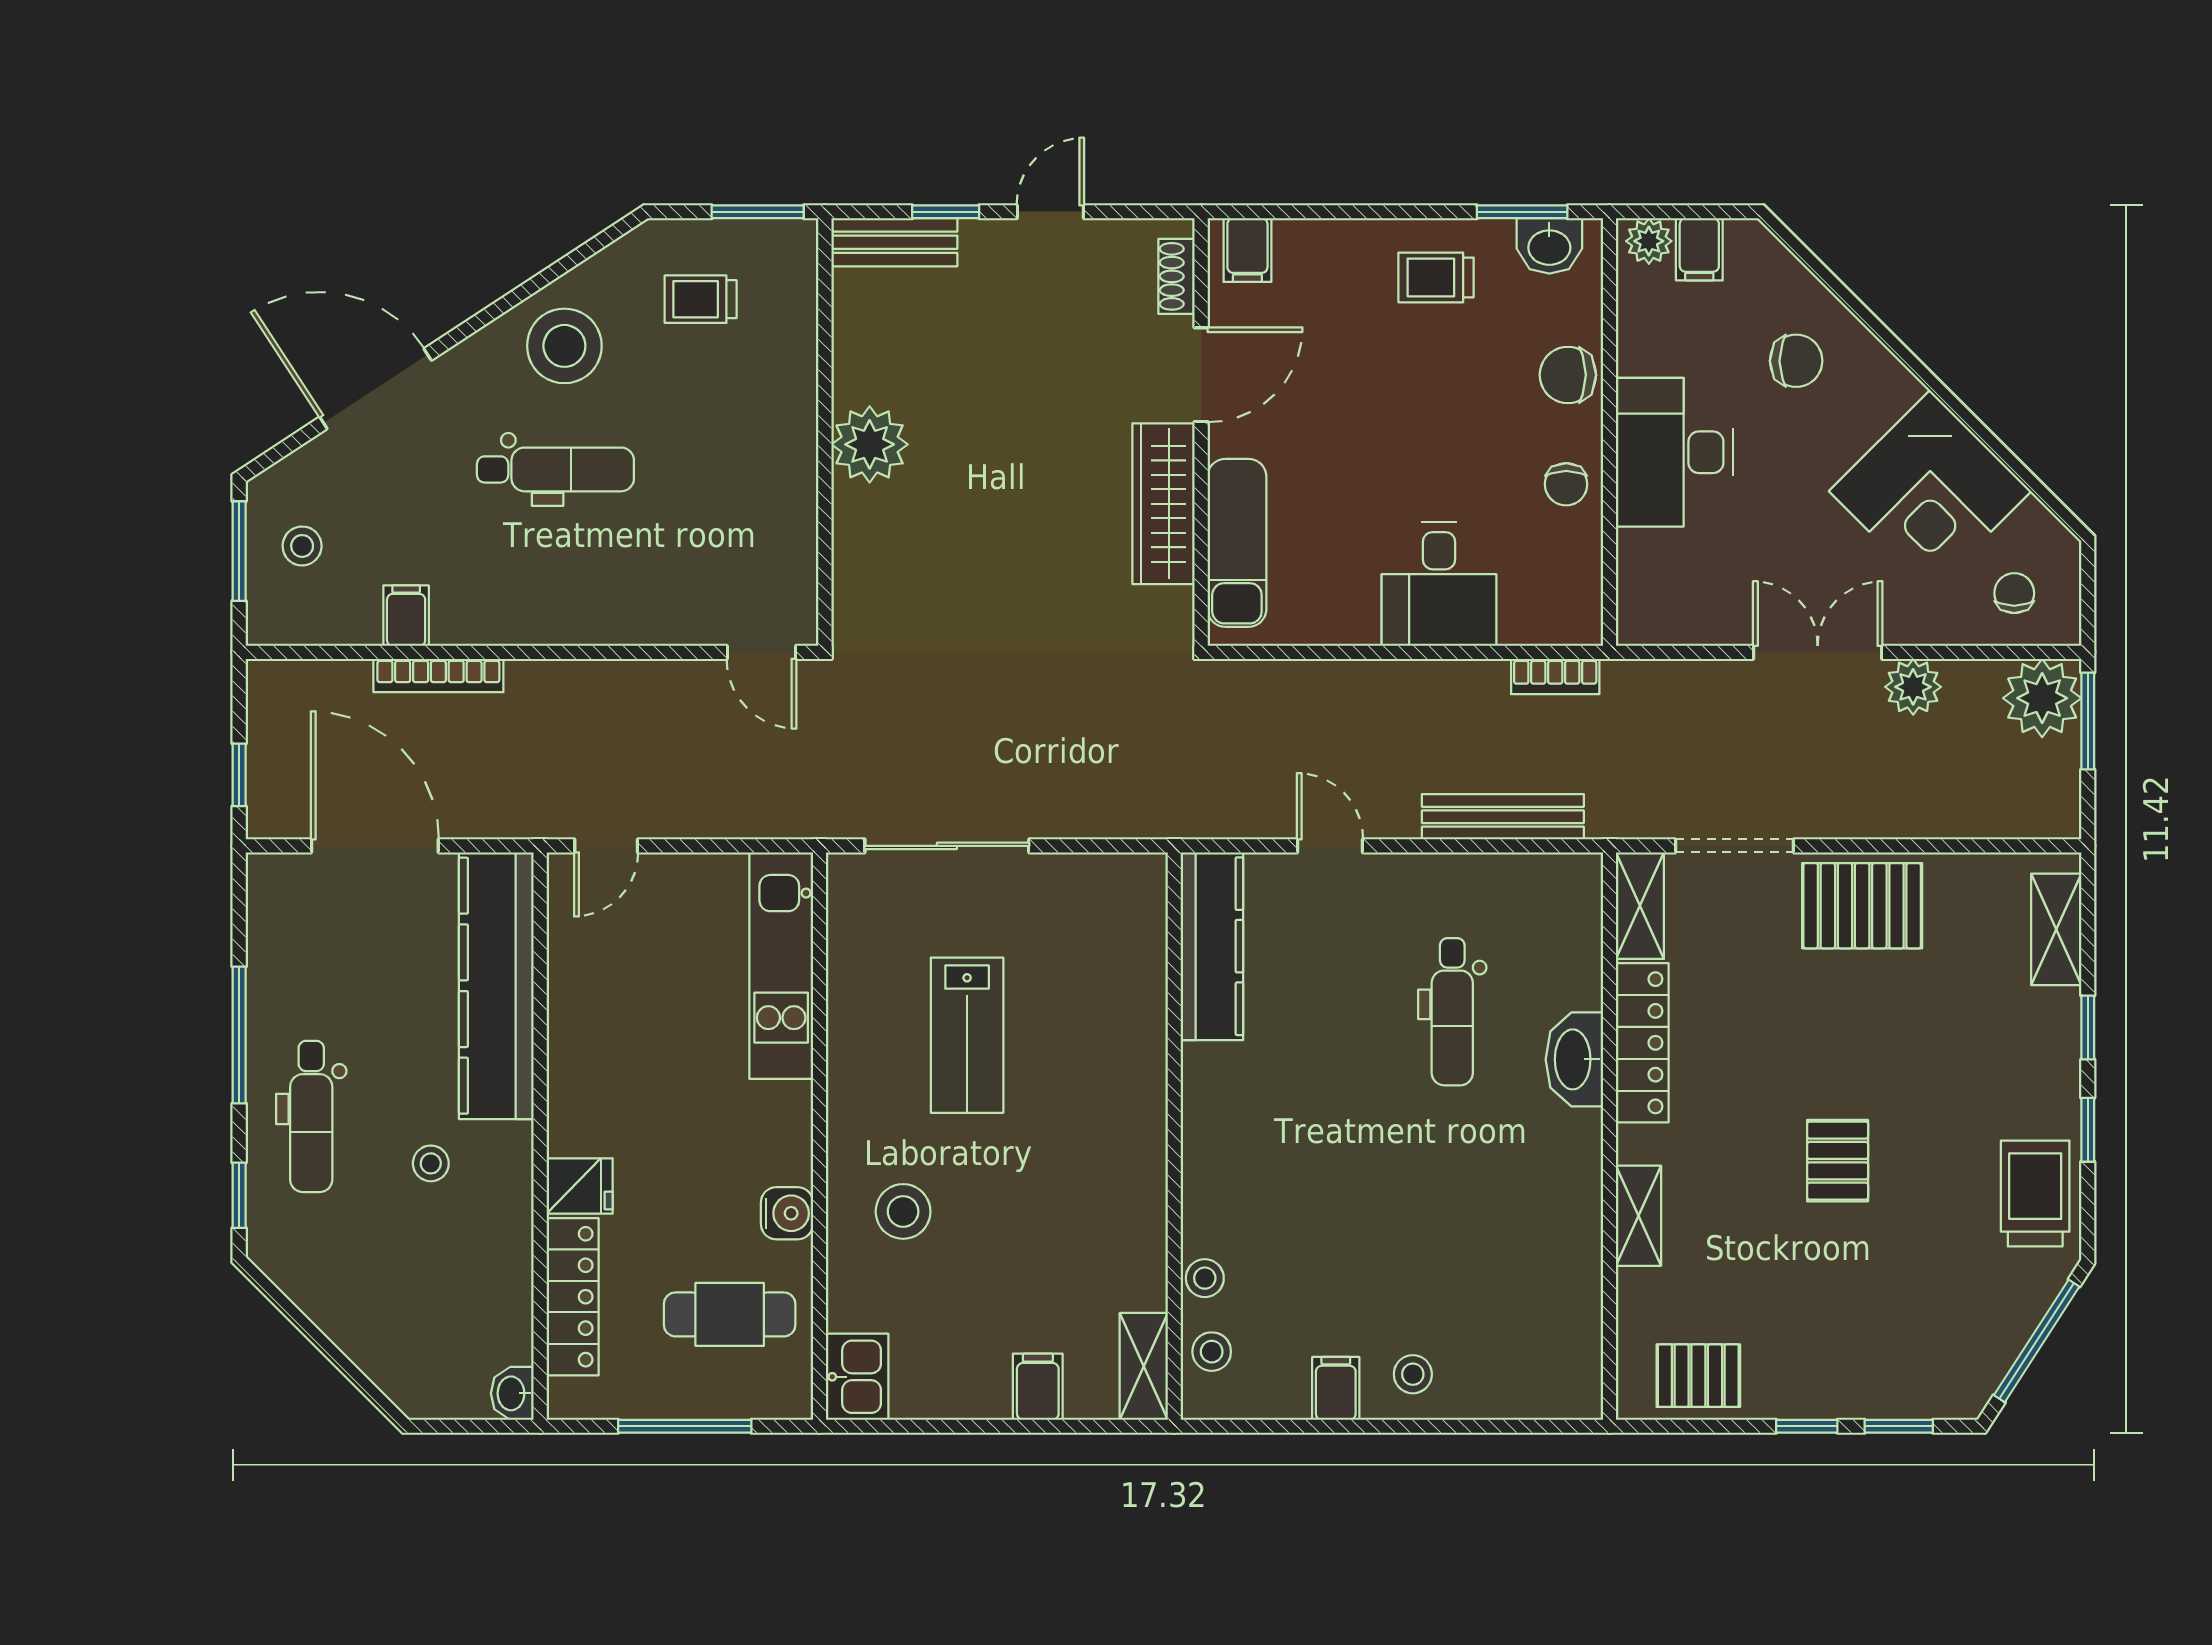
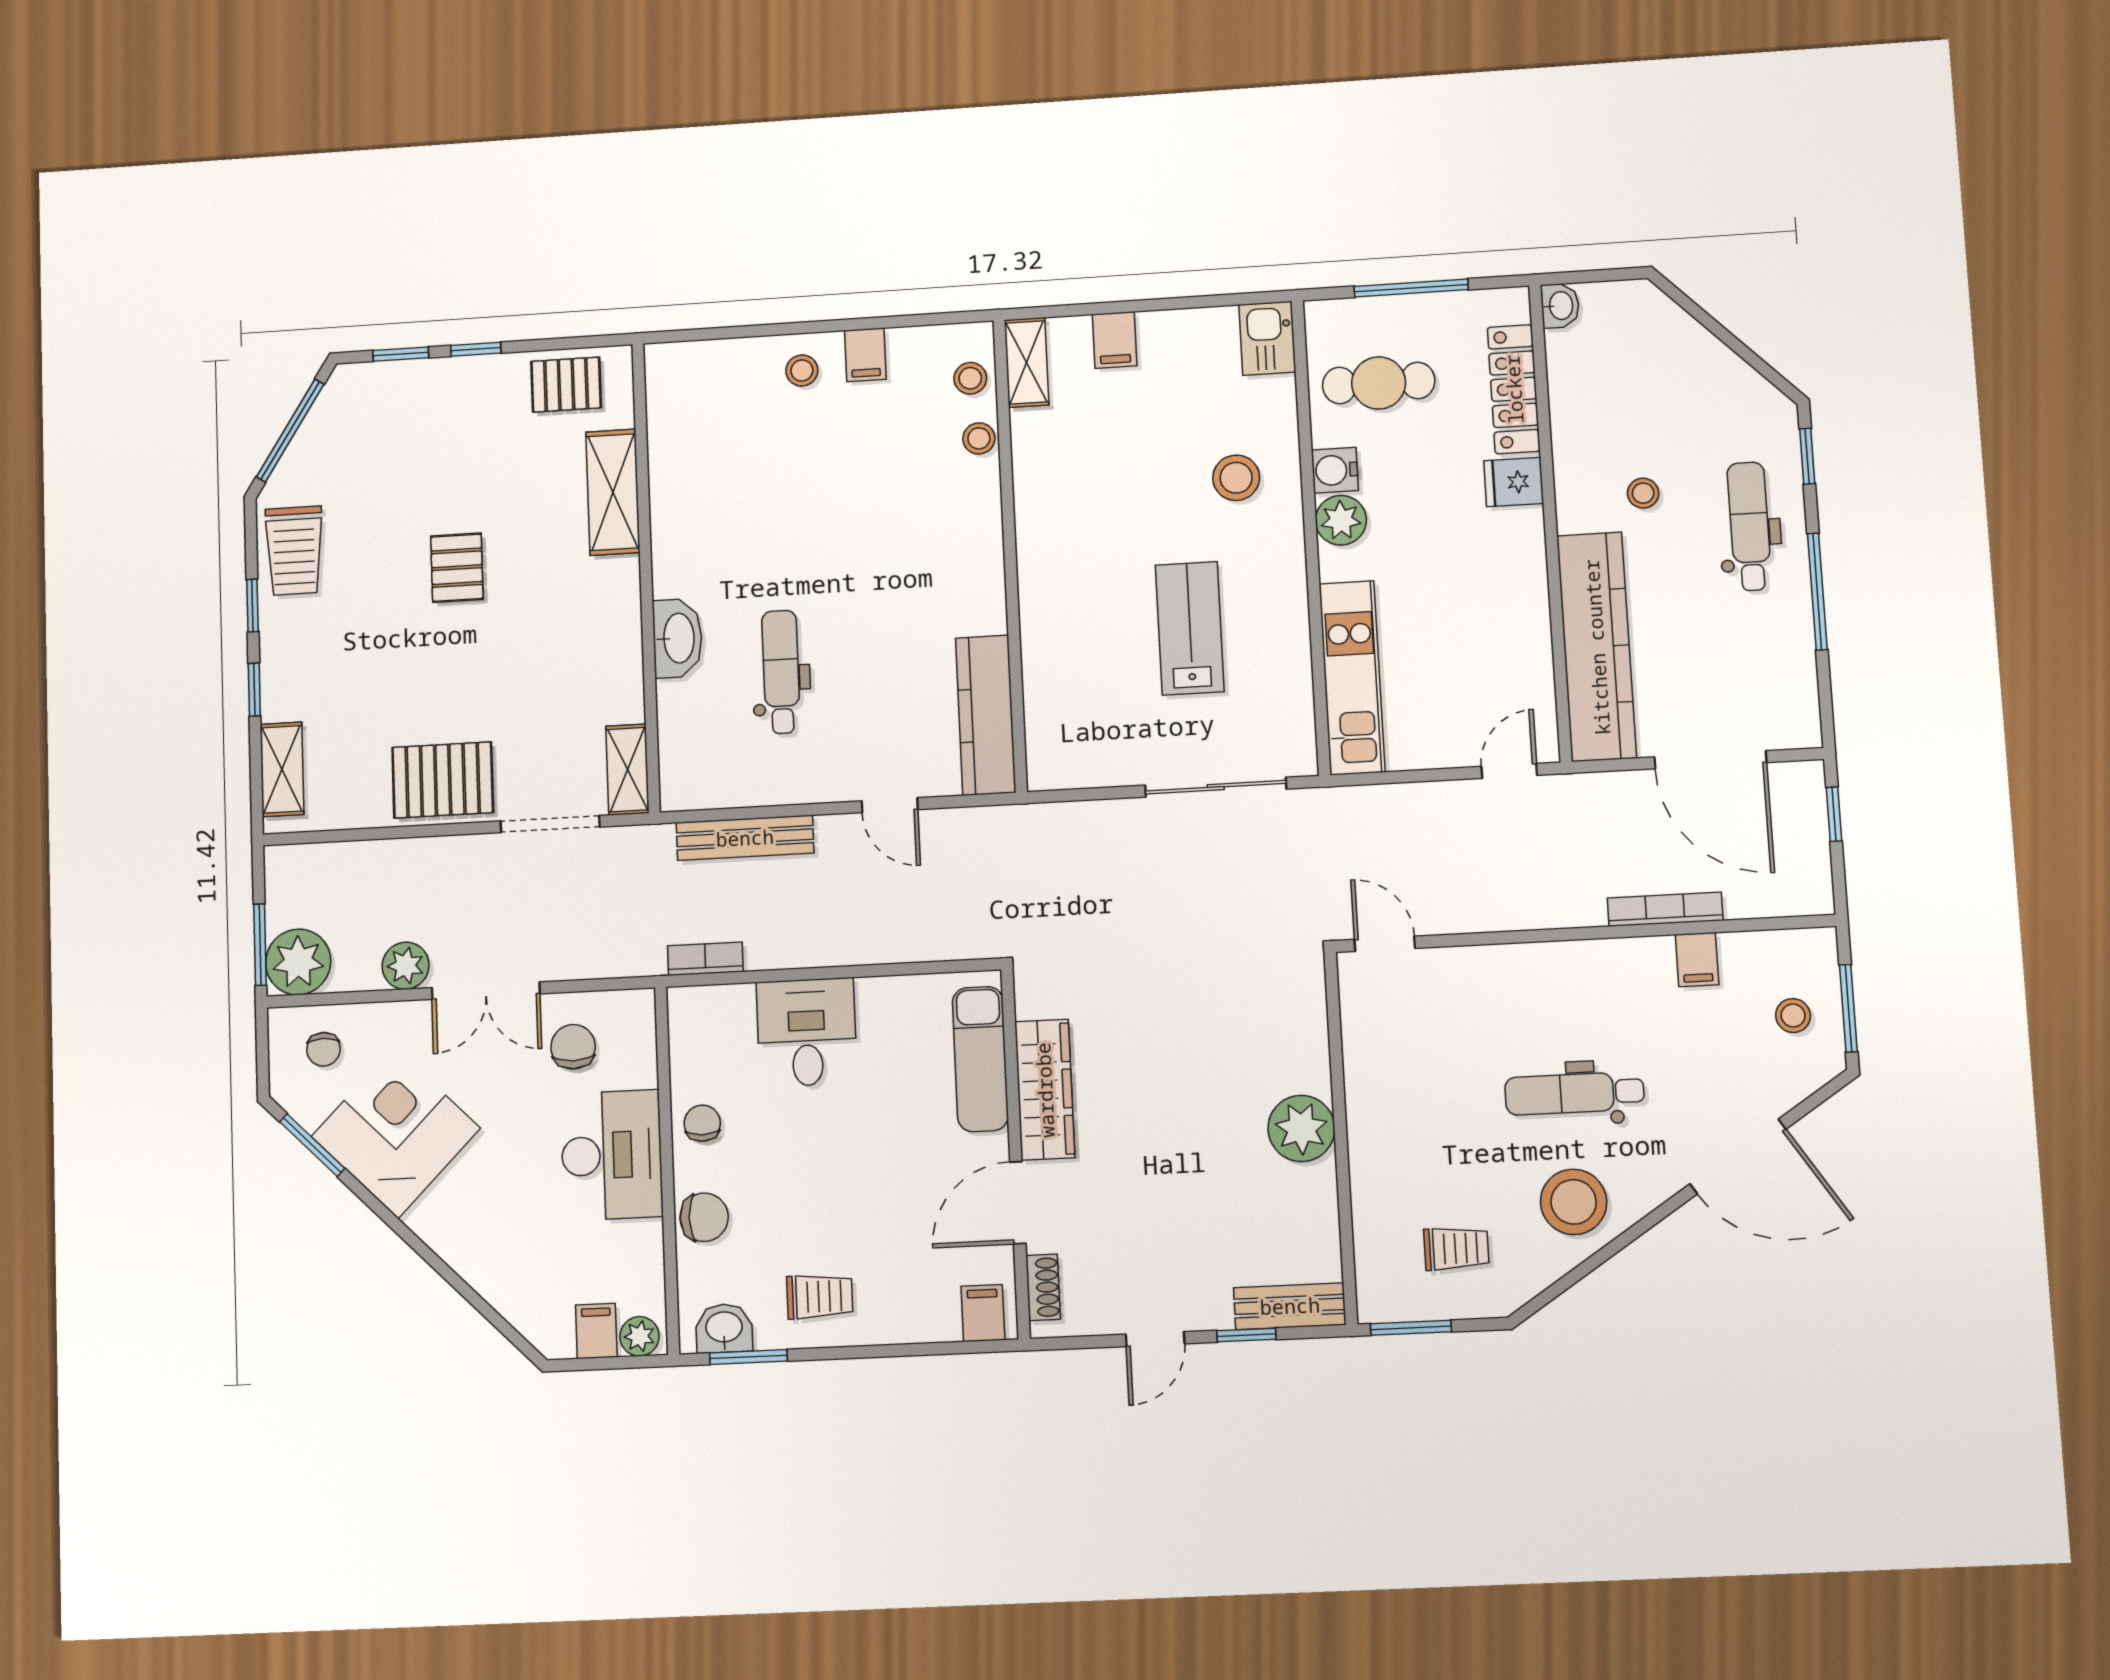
chair: (1796, 361) -> (573, 1047), moved, turned 90
window: (2030, 481) -> (312, 1145), added
locker: (1642, 1043) -> (622, 655), removed
plant: (783, 1153) -> (1341, 520), added
shelving: (1639, 1216) -> (613, 492), width x1.50, depth x1.33

